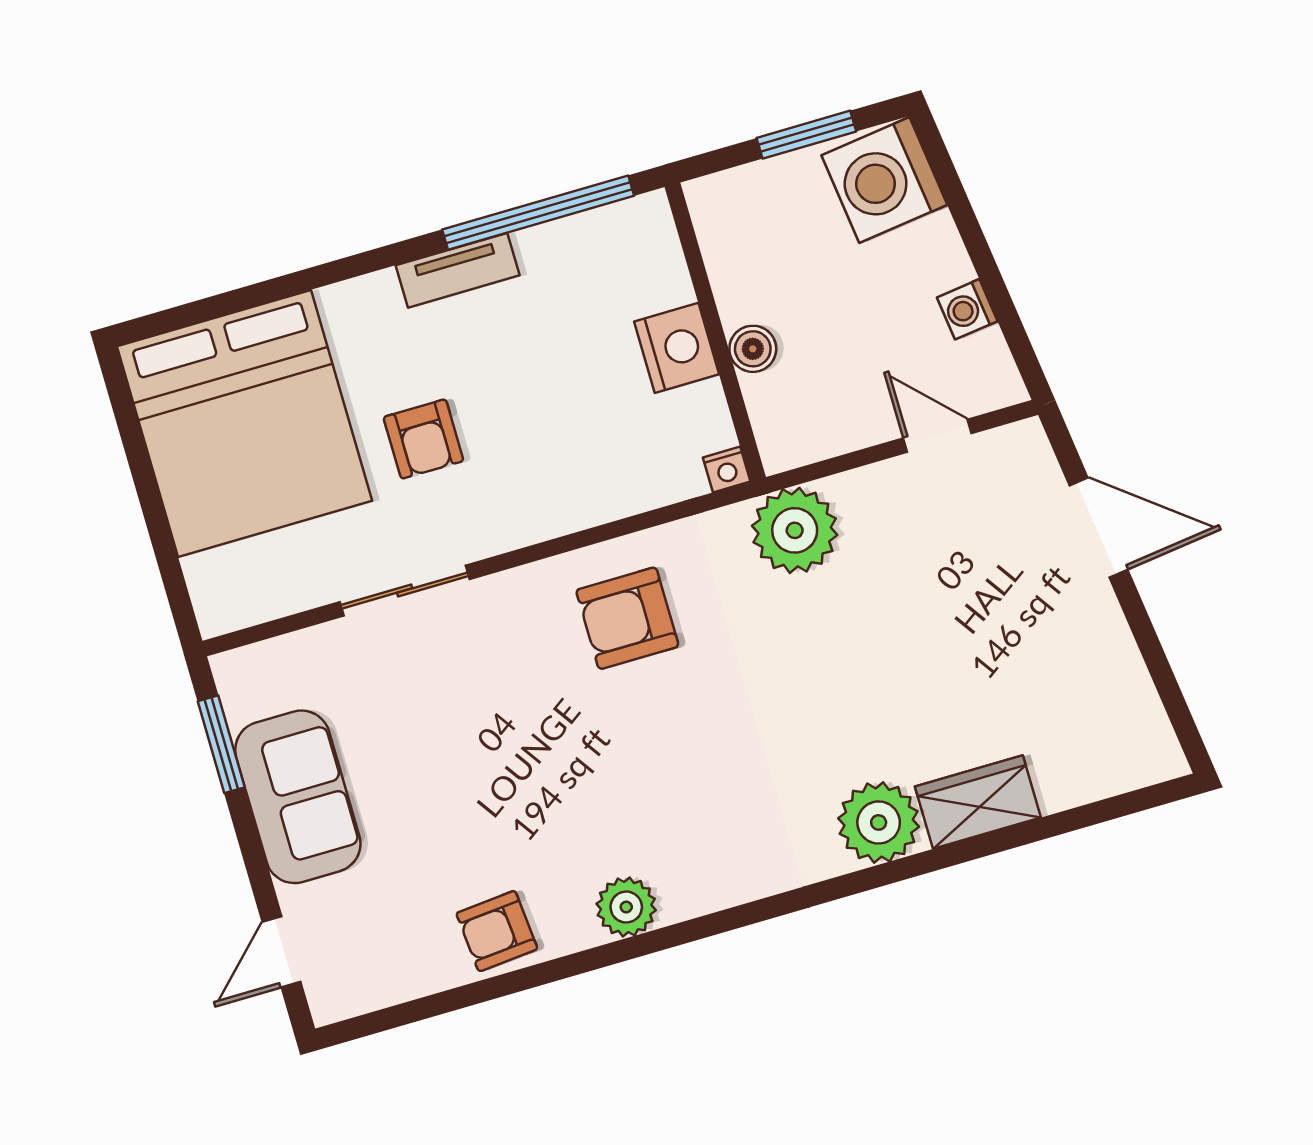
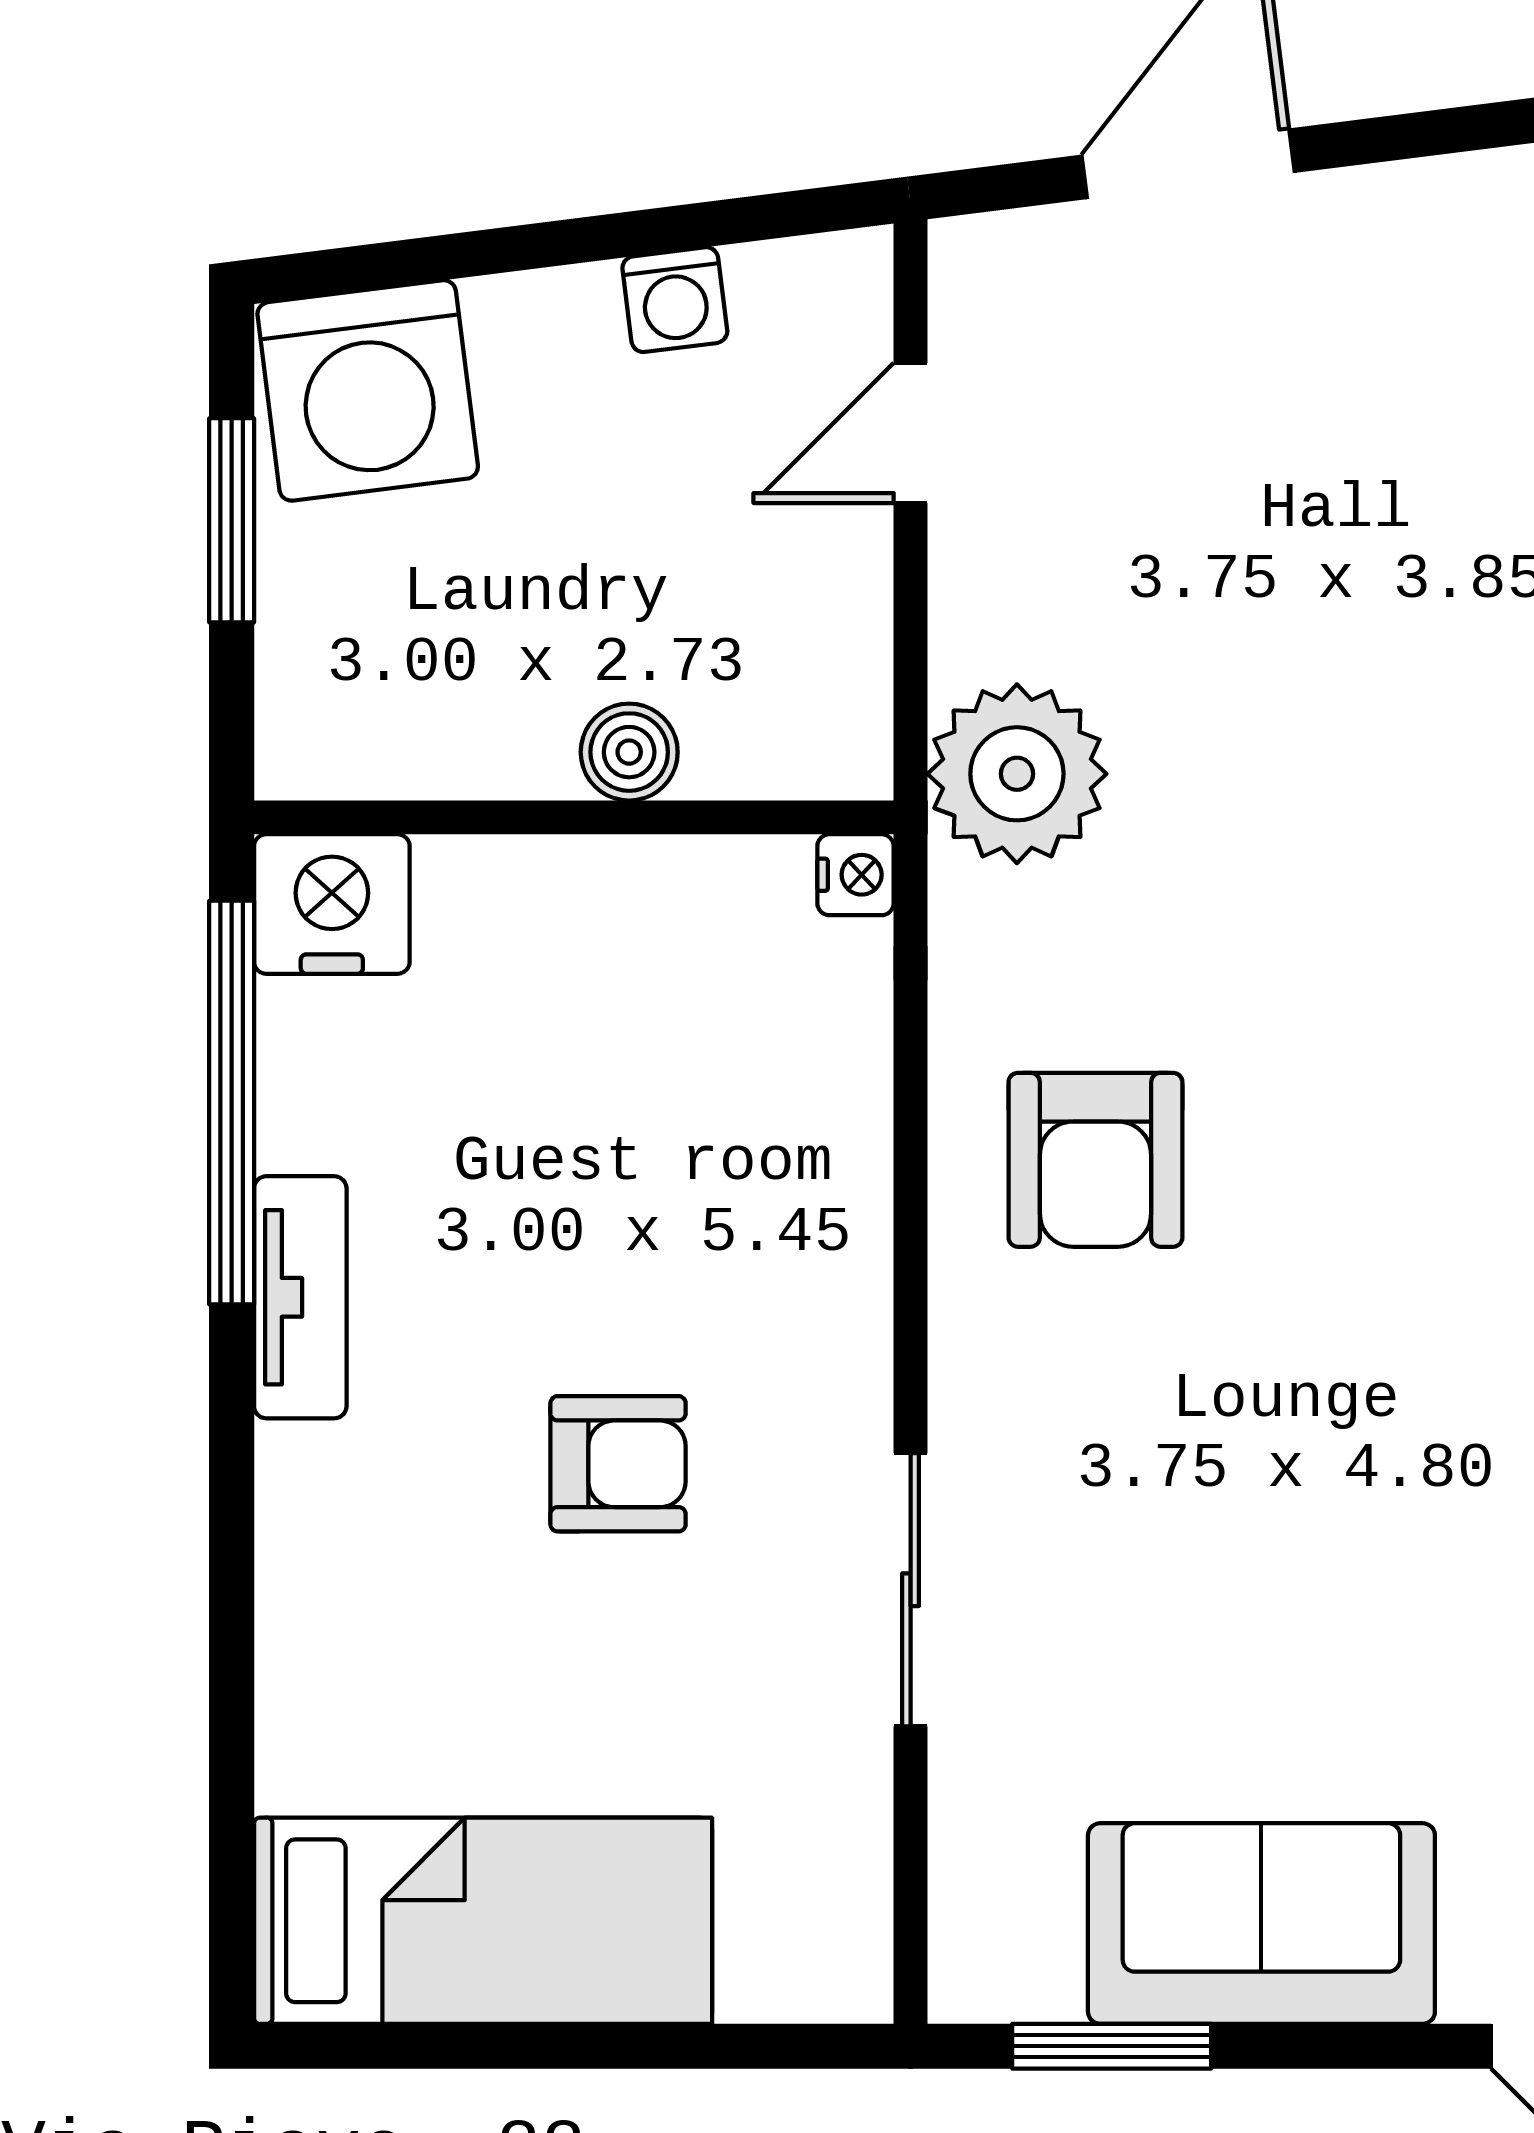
nightstand: (677, 348) -> (332, 904), moved
bed: (245, 424) -> (483, 1921), width x0.49

